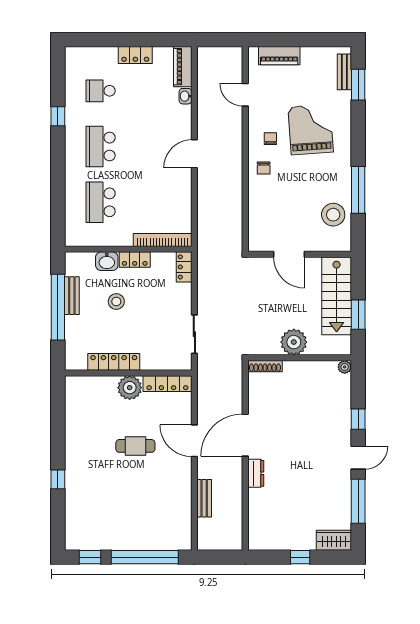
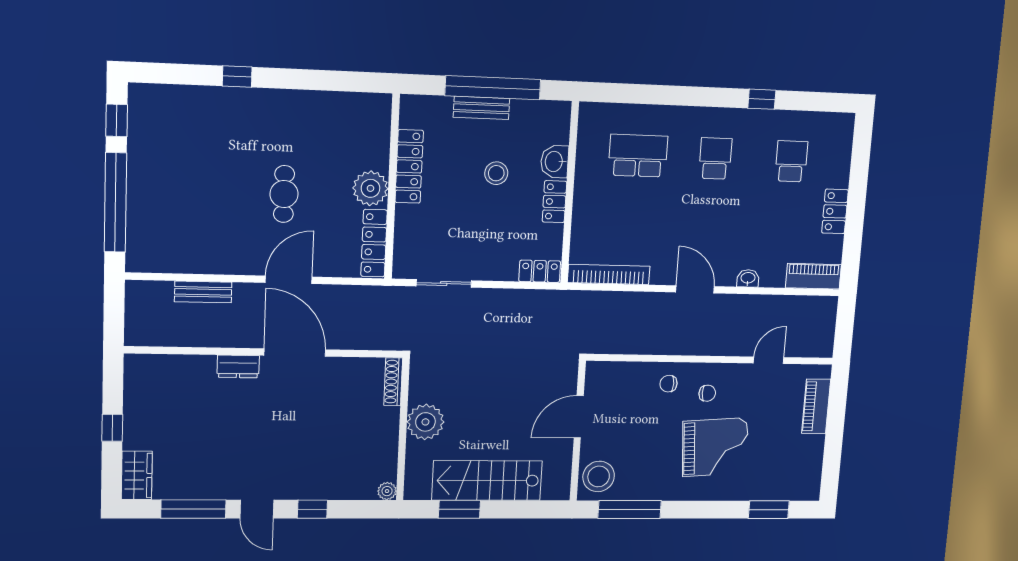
bench: (344, 72) -> (787, 492), removed
washbasin: (185, 96) -> (748, 278), moved
school desk: (101, 147) -> (715, 159), width x0.54
bookcase: (163, 240) -> (609, 274), moved, turned -90
door: (289, 254) -> (579, 417), moved
wall: (300, 254) -> (578, 431), moved
bench: (72, 296) -> (481, 108), moved

